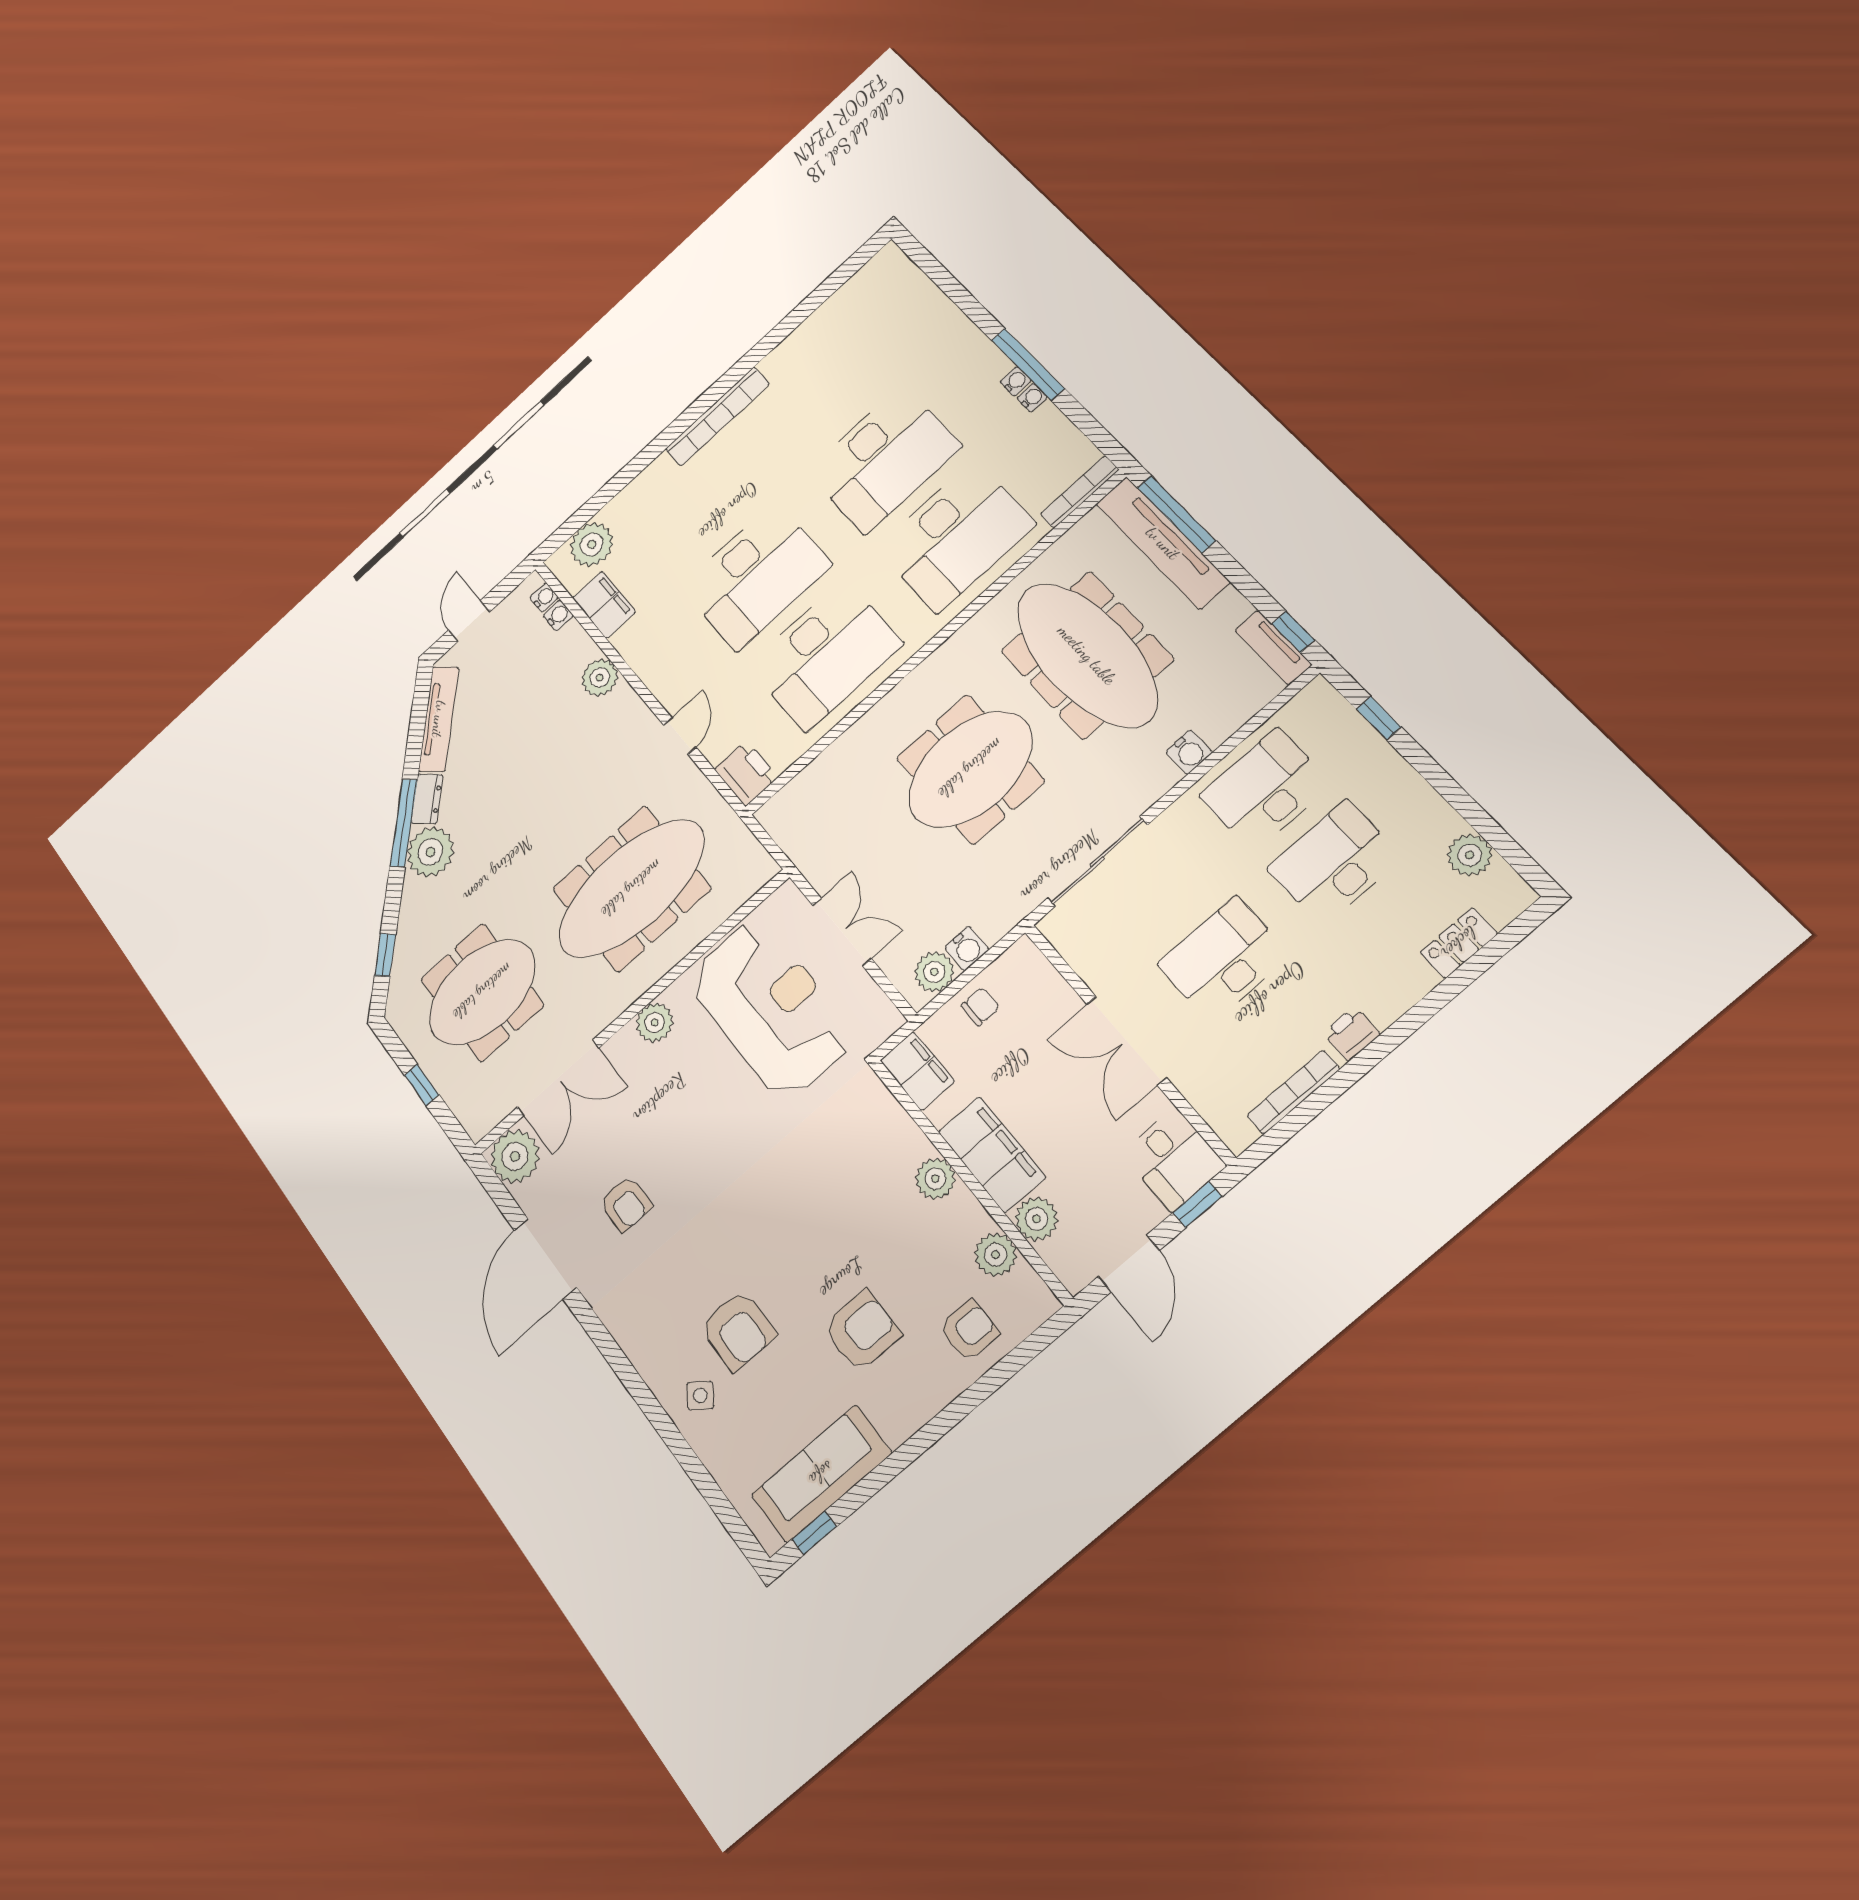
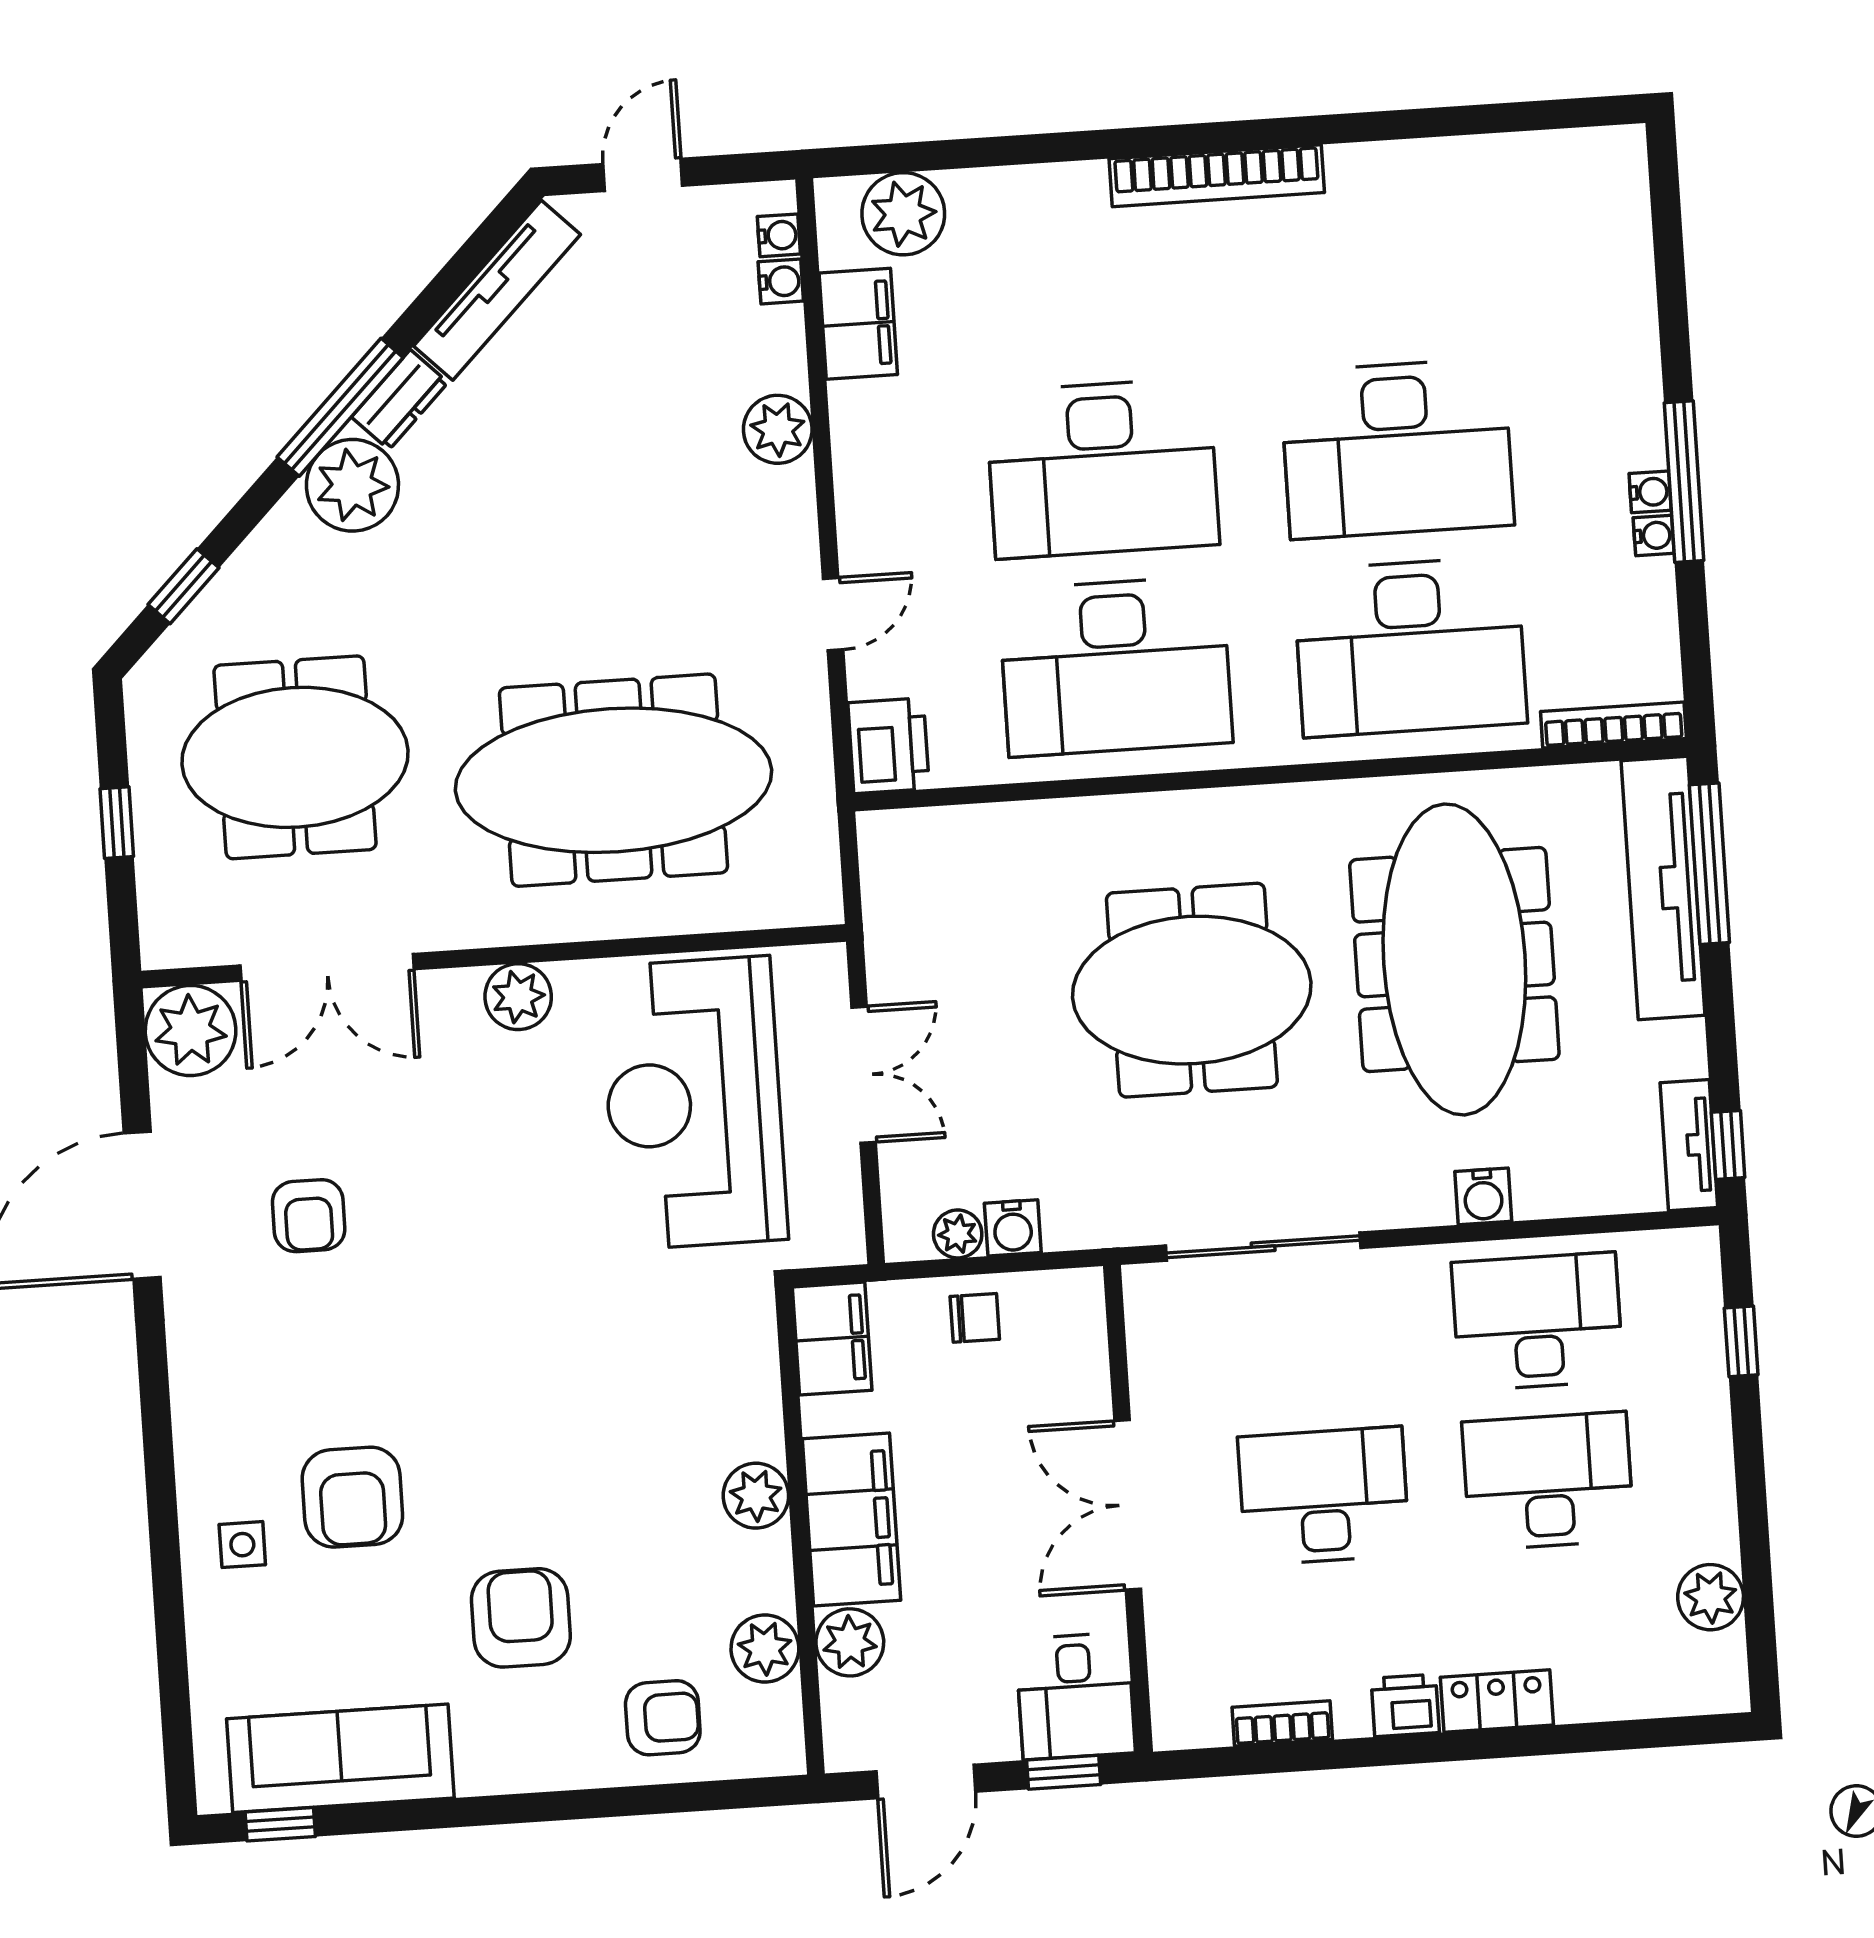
locker: (1459, 943) -> (1497, 1701), moved
plant: (934, 972) -> (958, 1234), width x0.73, depth x0.73
reception desk: (771, 1008) -> (694, 1103), turned 180
bookcase: (1293, 1092) -> (1282, 1723), width x0.64
armchair: (862, 1331) -> (521, 1618), turned -90
side table: (700, 1396) -> (242, 1545), turned -35

